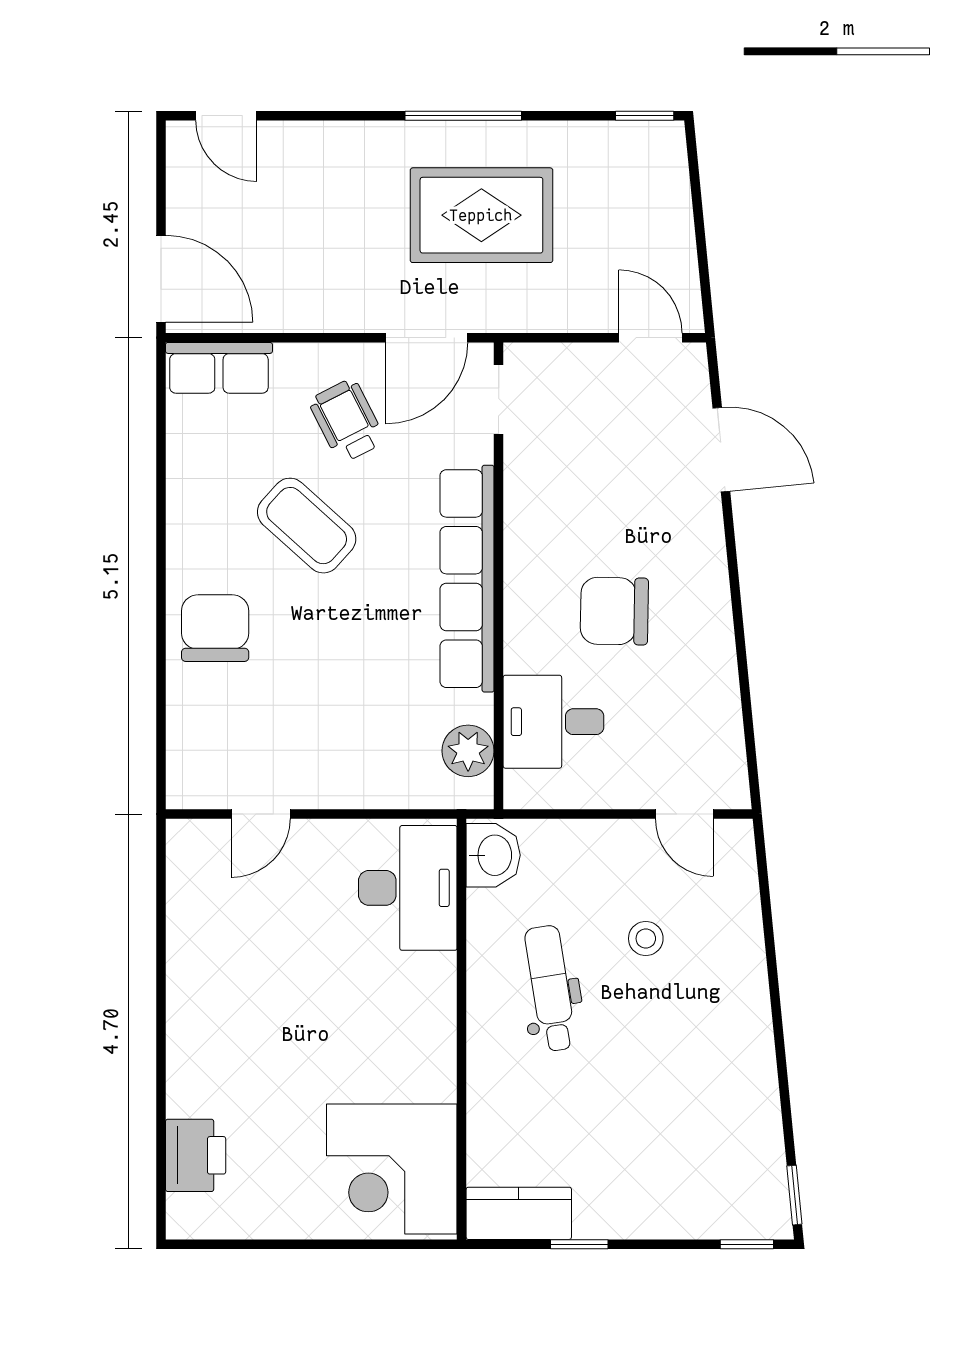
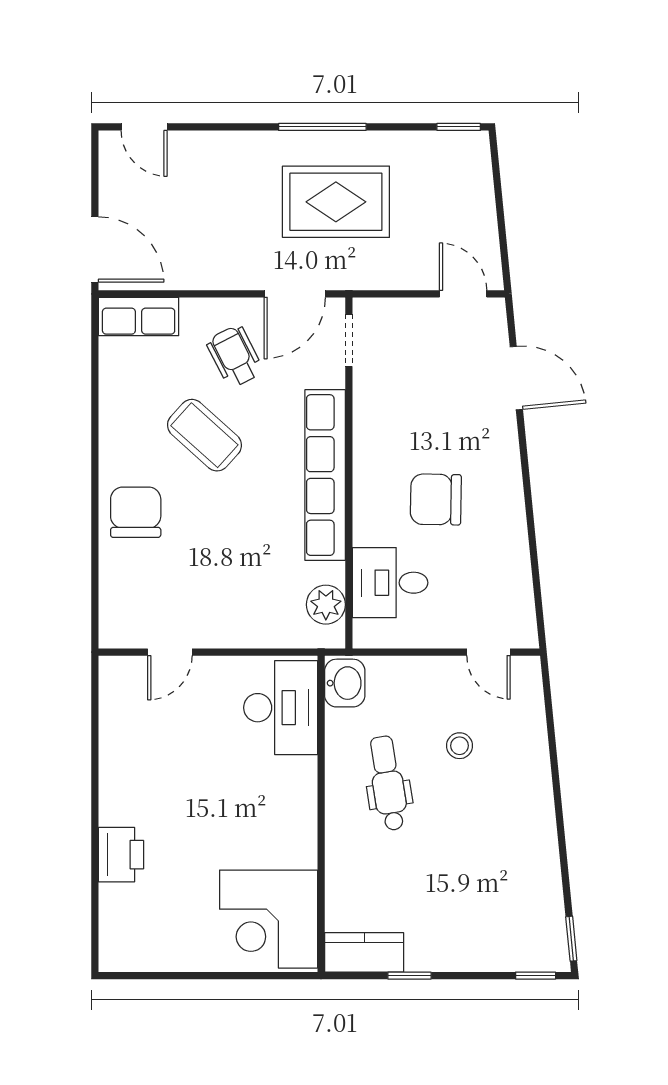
printer: (196, 1155) -> (121, 855), moved

